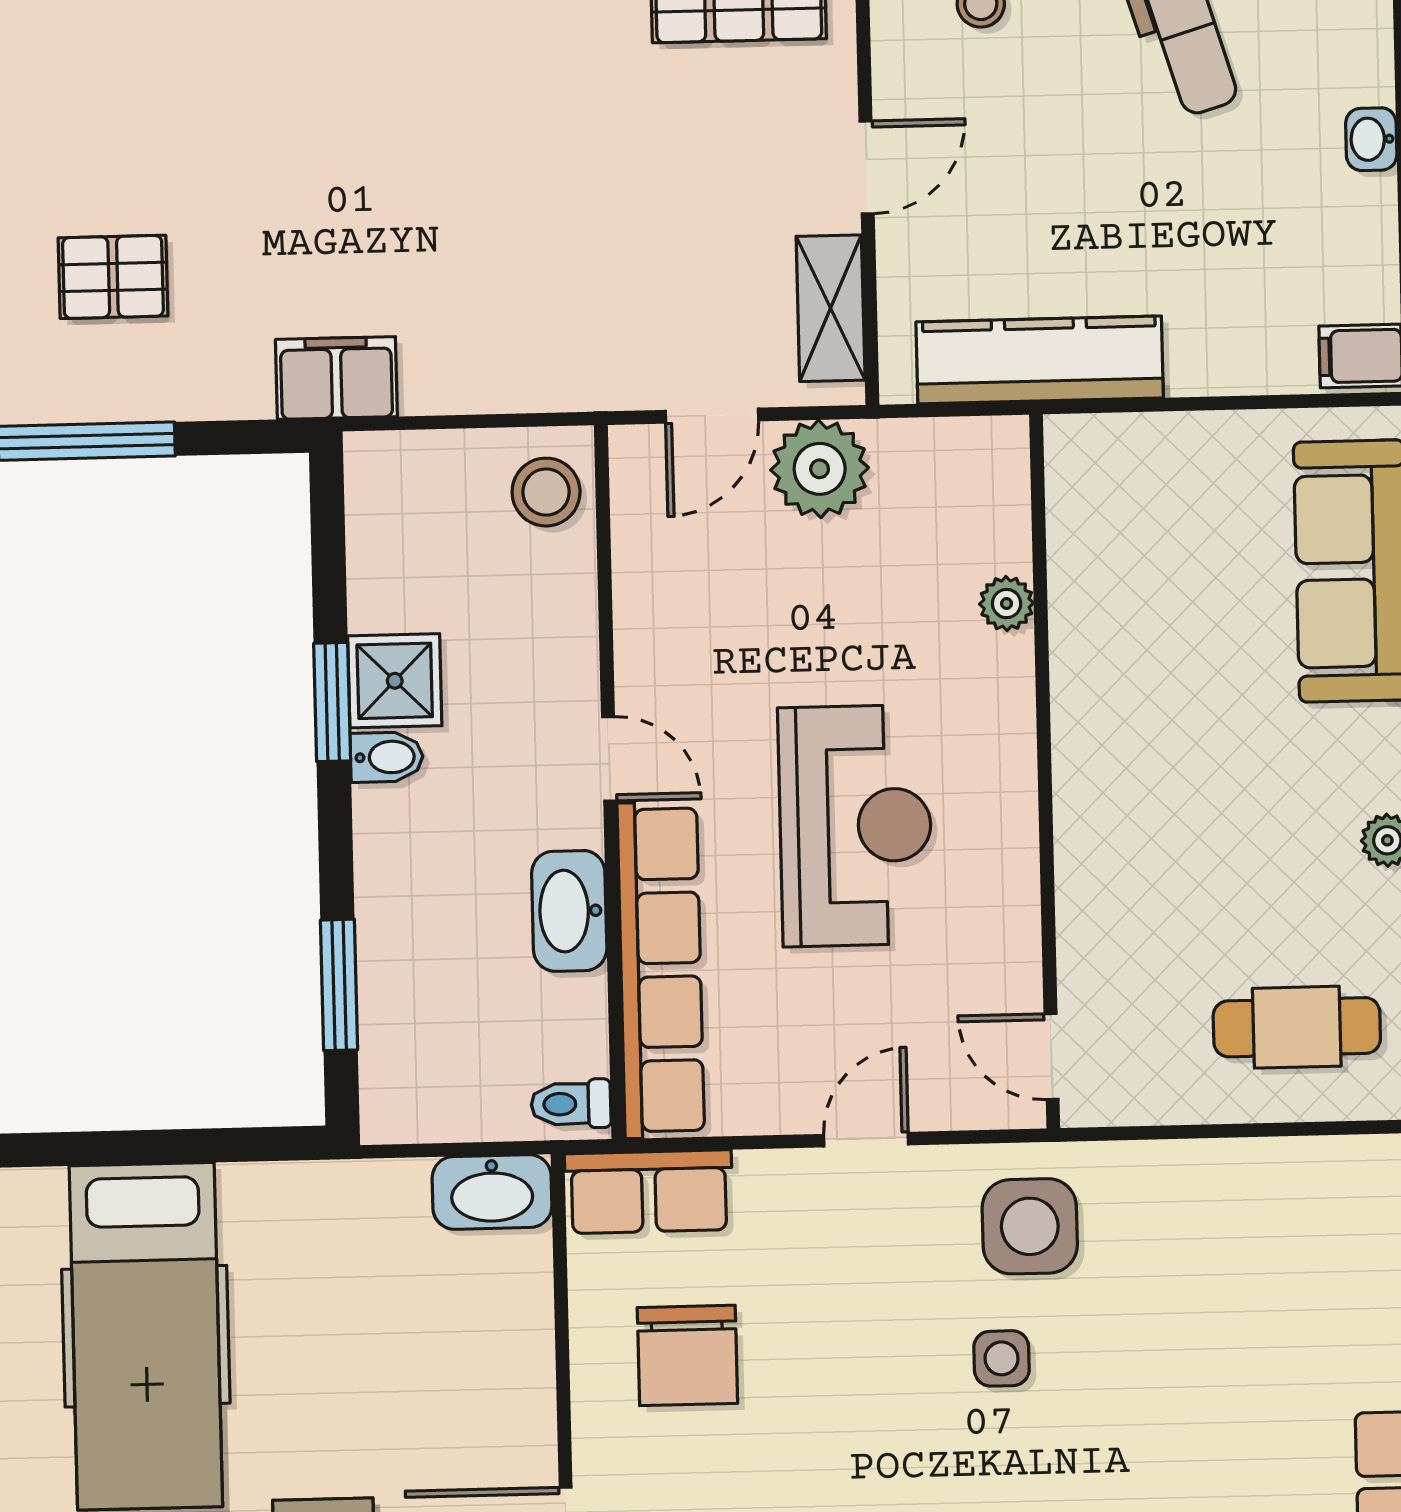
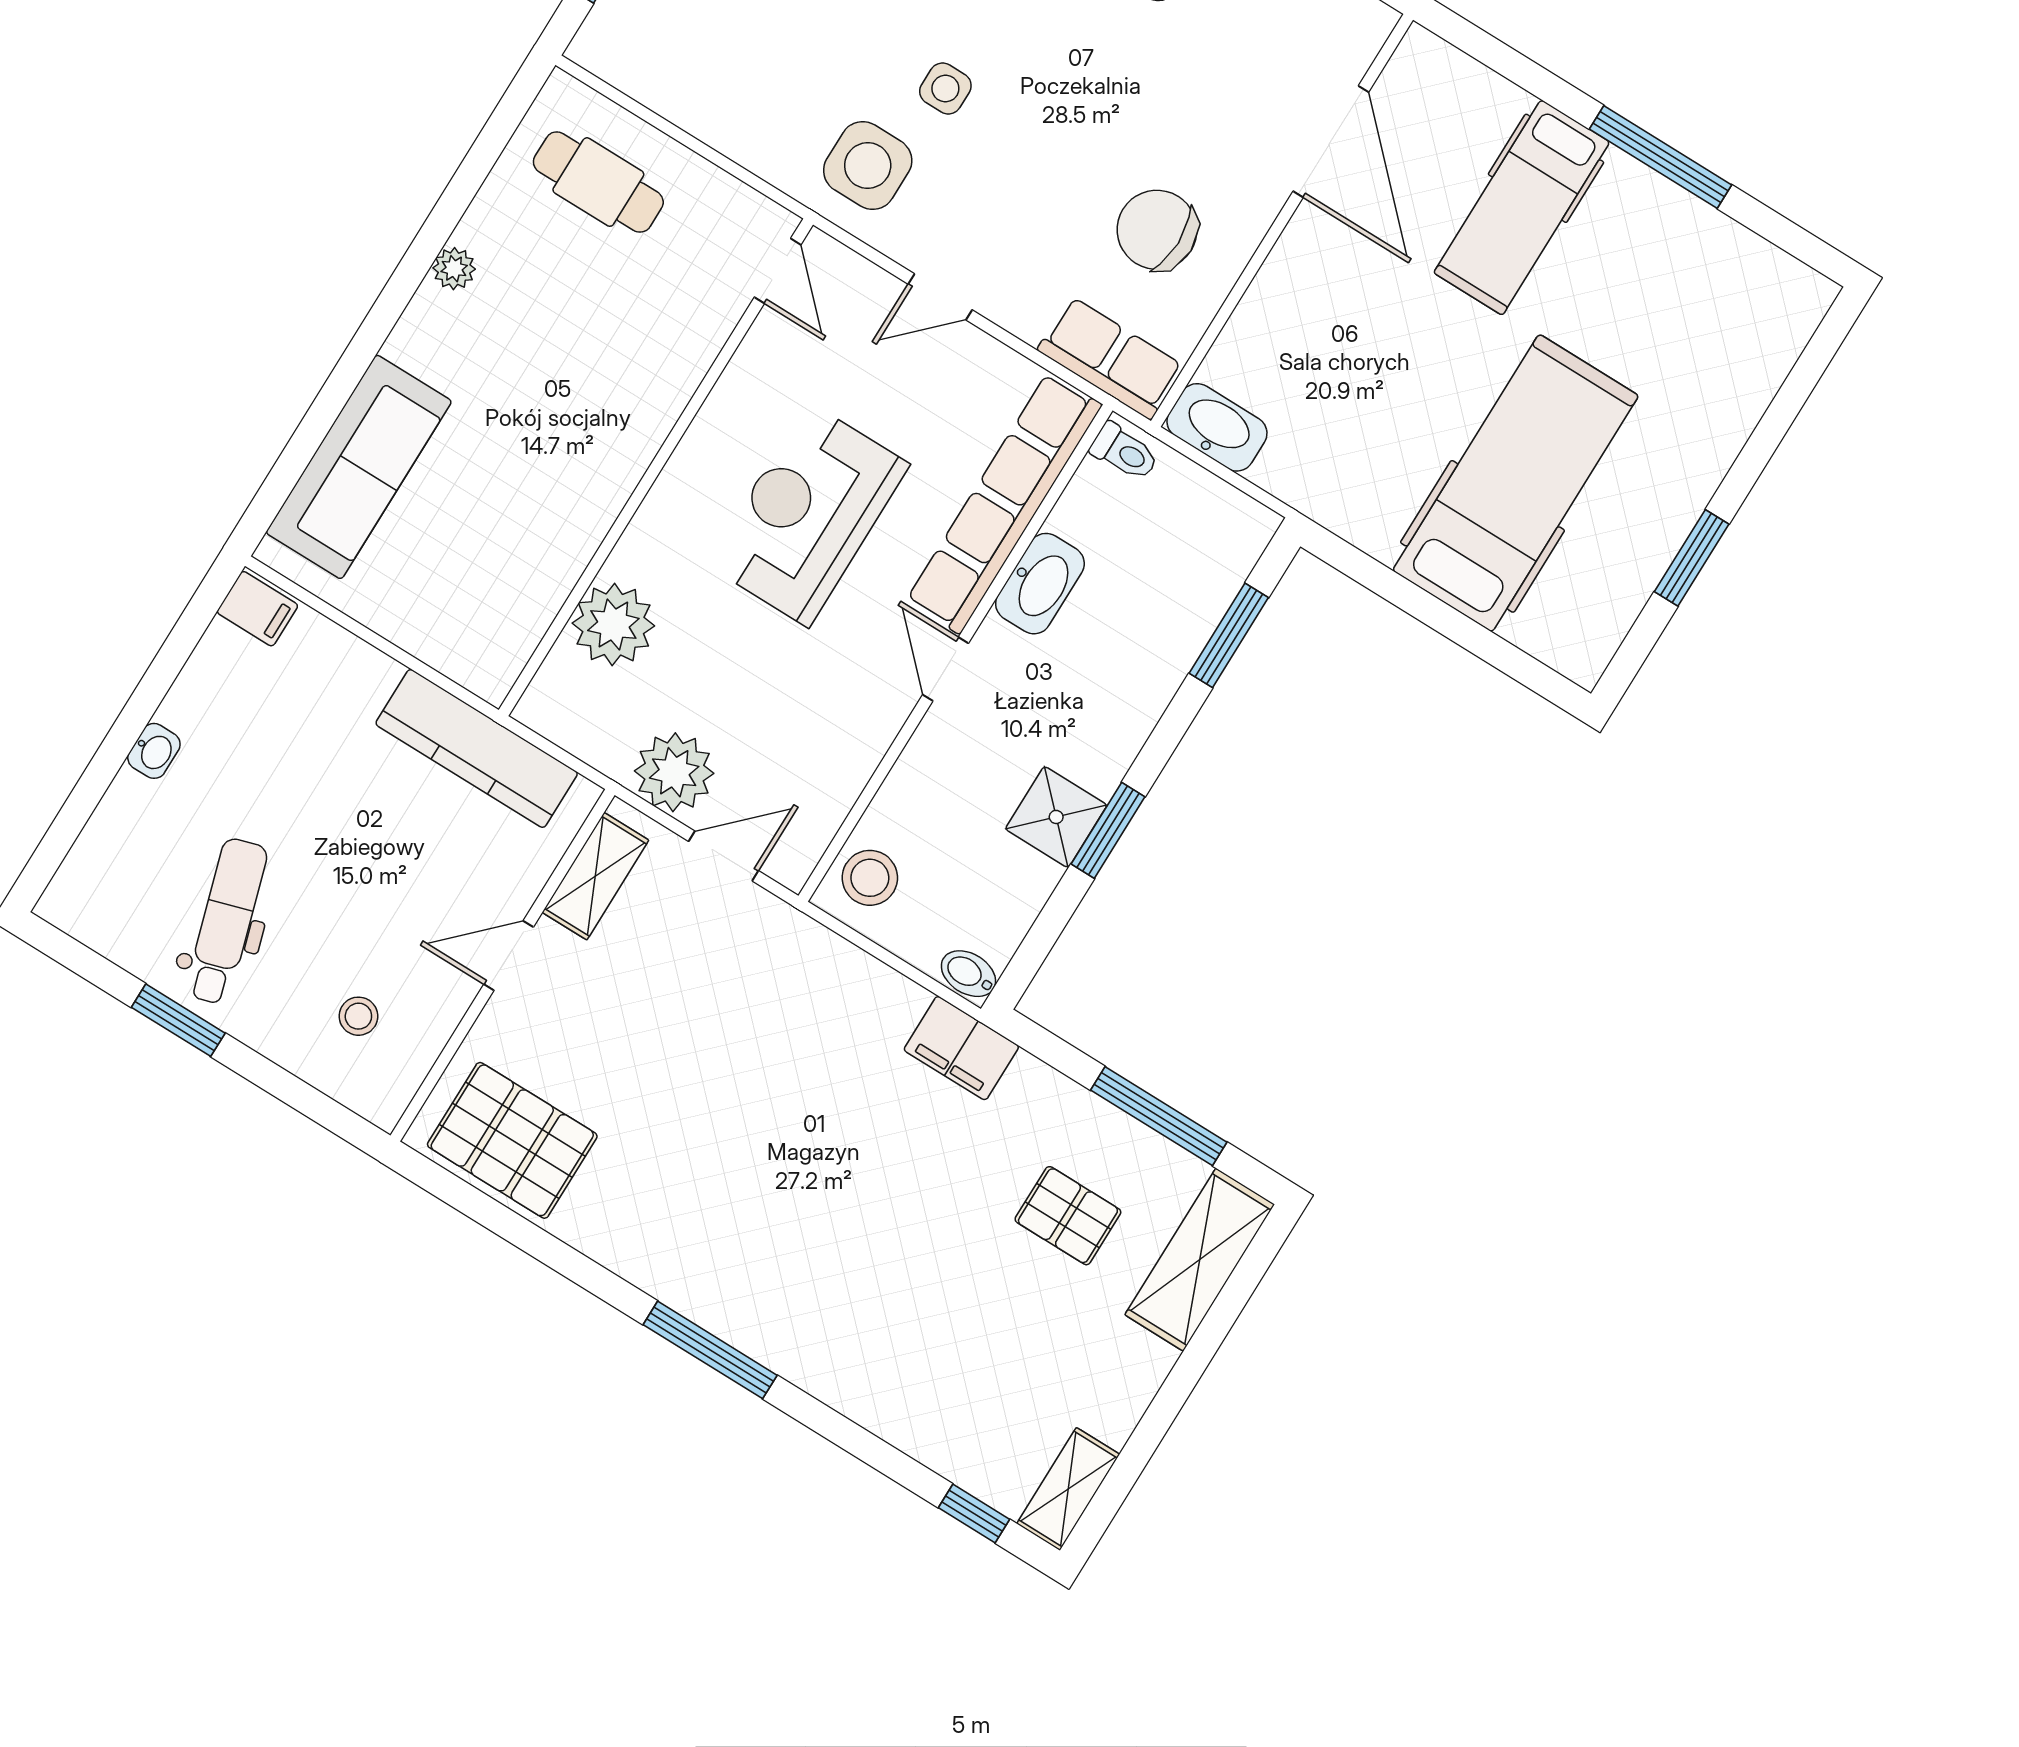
plant: (1007, 604) -> (613, 624), width x1.88, depth x1.88
bidet: (387, 757) -> (968, 974), moved
chair: (687, 1355) -> (1157, 230), turned -90

